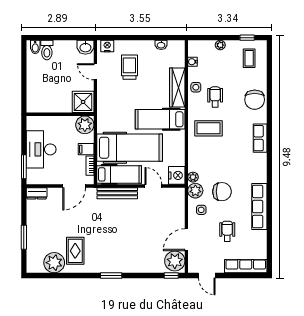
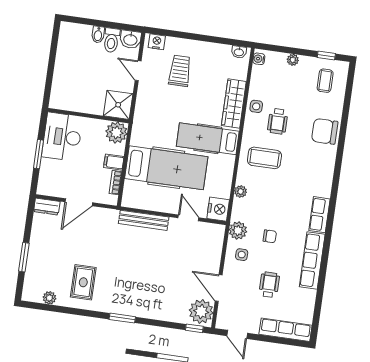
washbasin: (161, 45) -> (239, 52), moved
bidet: (35, 47) -> (98, 35), moved
toilet: (47, 50) -> (111, 40), moved
water cooler: (193, 62) -> (259, 59), moved
wheelchair: (215, 97) -> (278, 121), turned 180
chair: (255, 100) -> (325, 131), turned 90
row of seats: (260, 138) -> (319, 215), moved
desk: (41, 149) -> (62, 137), moved
window: (24, 167) -> (39, 154), moved
hospital bed: (119, 174) -> (149, 198), removed
plant: (193, 177) -> (241, 192), moved
door: (74, 186) -> (79, 202), moved
chair: (222, 192) -> (270, 236), width x0.54, depth x0.54
door: (186, 240) -> (219, 288), hinge flipped
plant: (54, 263) -> (49, 298), width x0.53, depth x0.53

